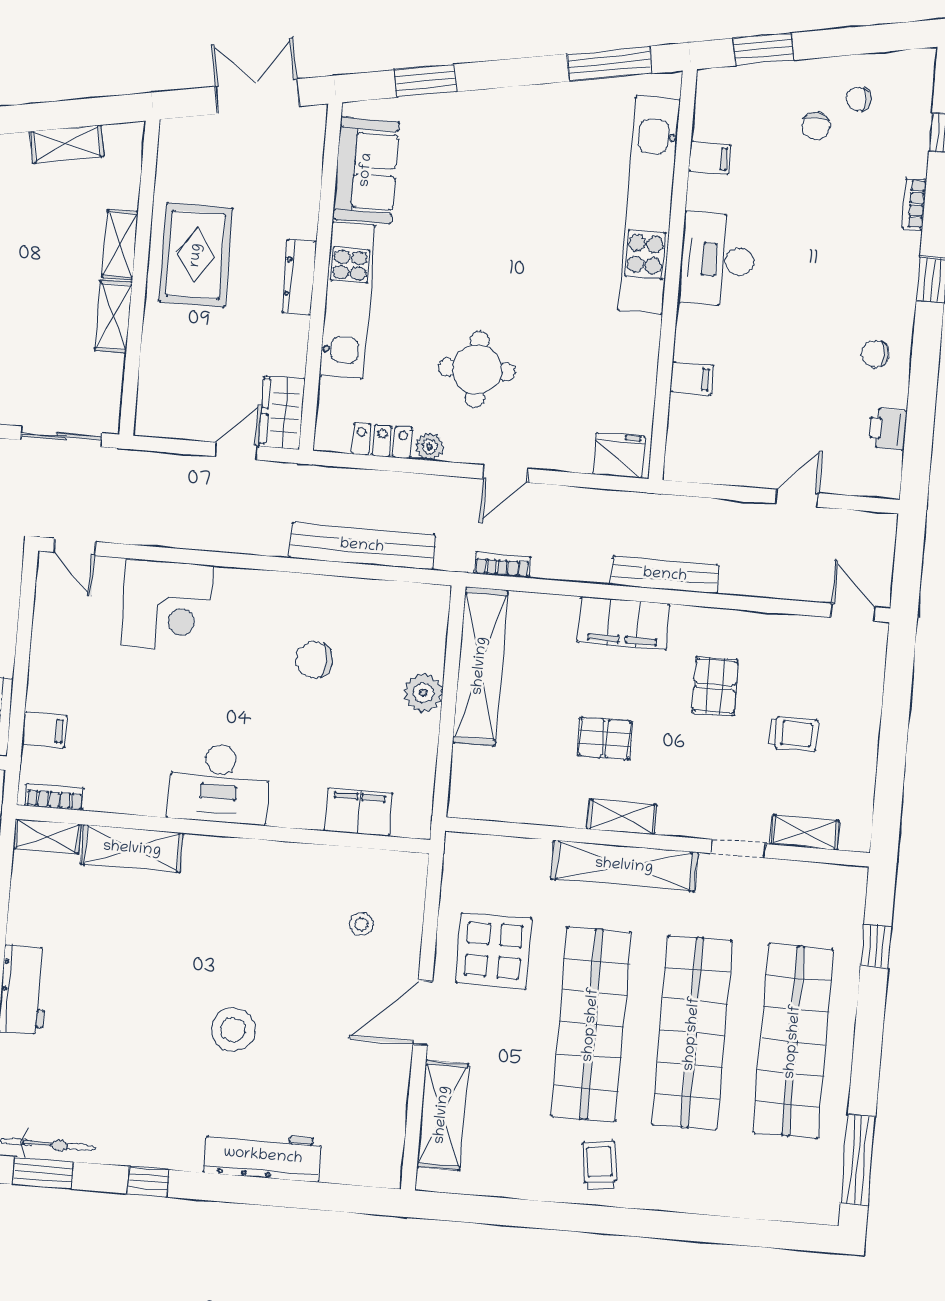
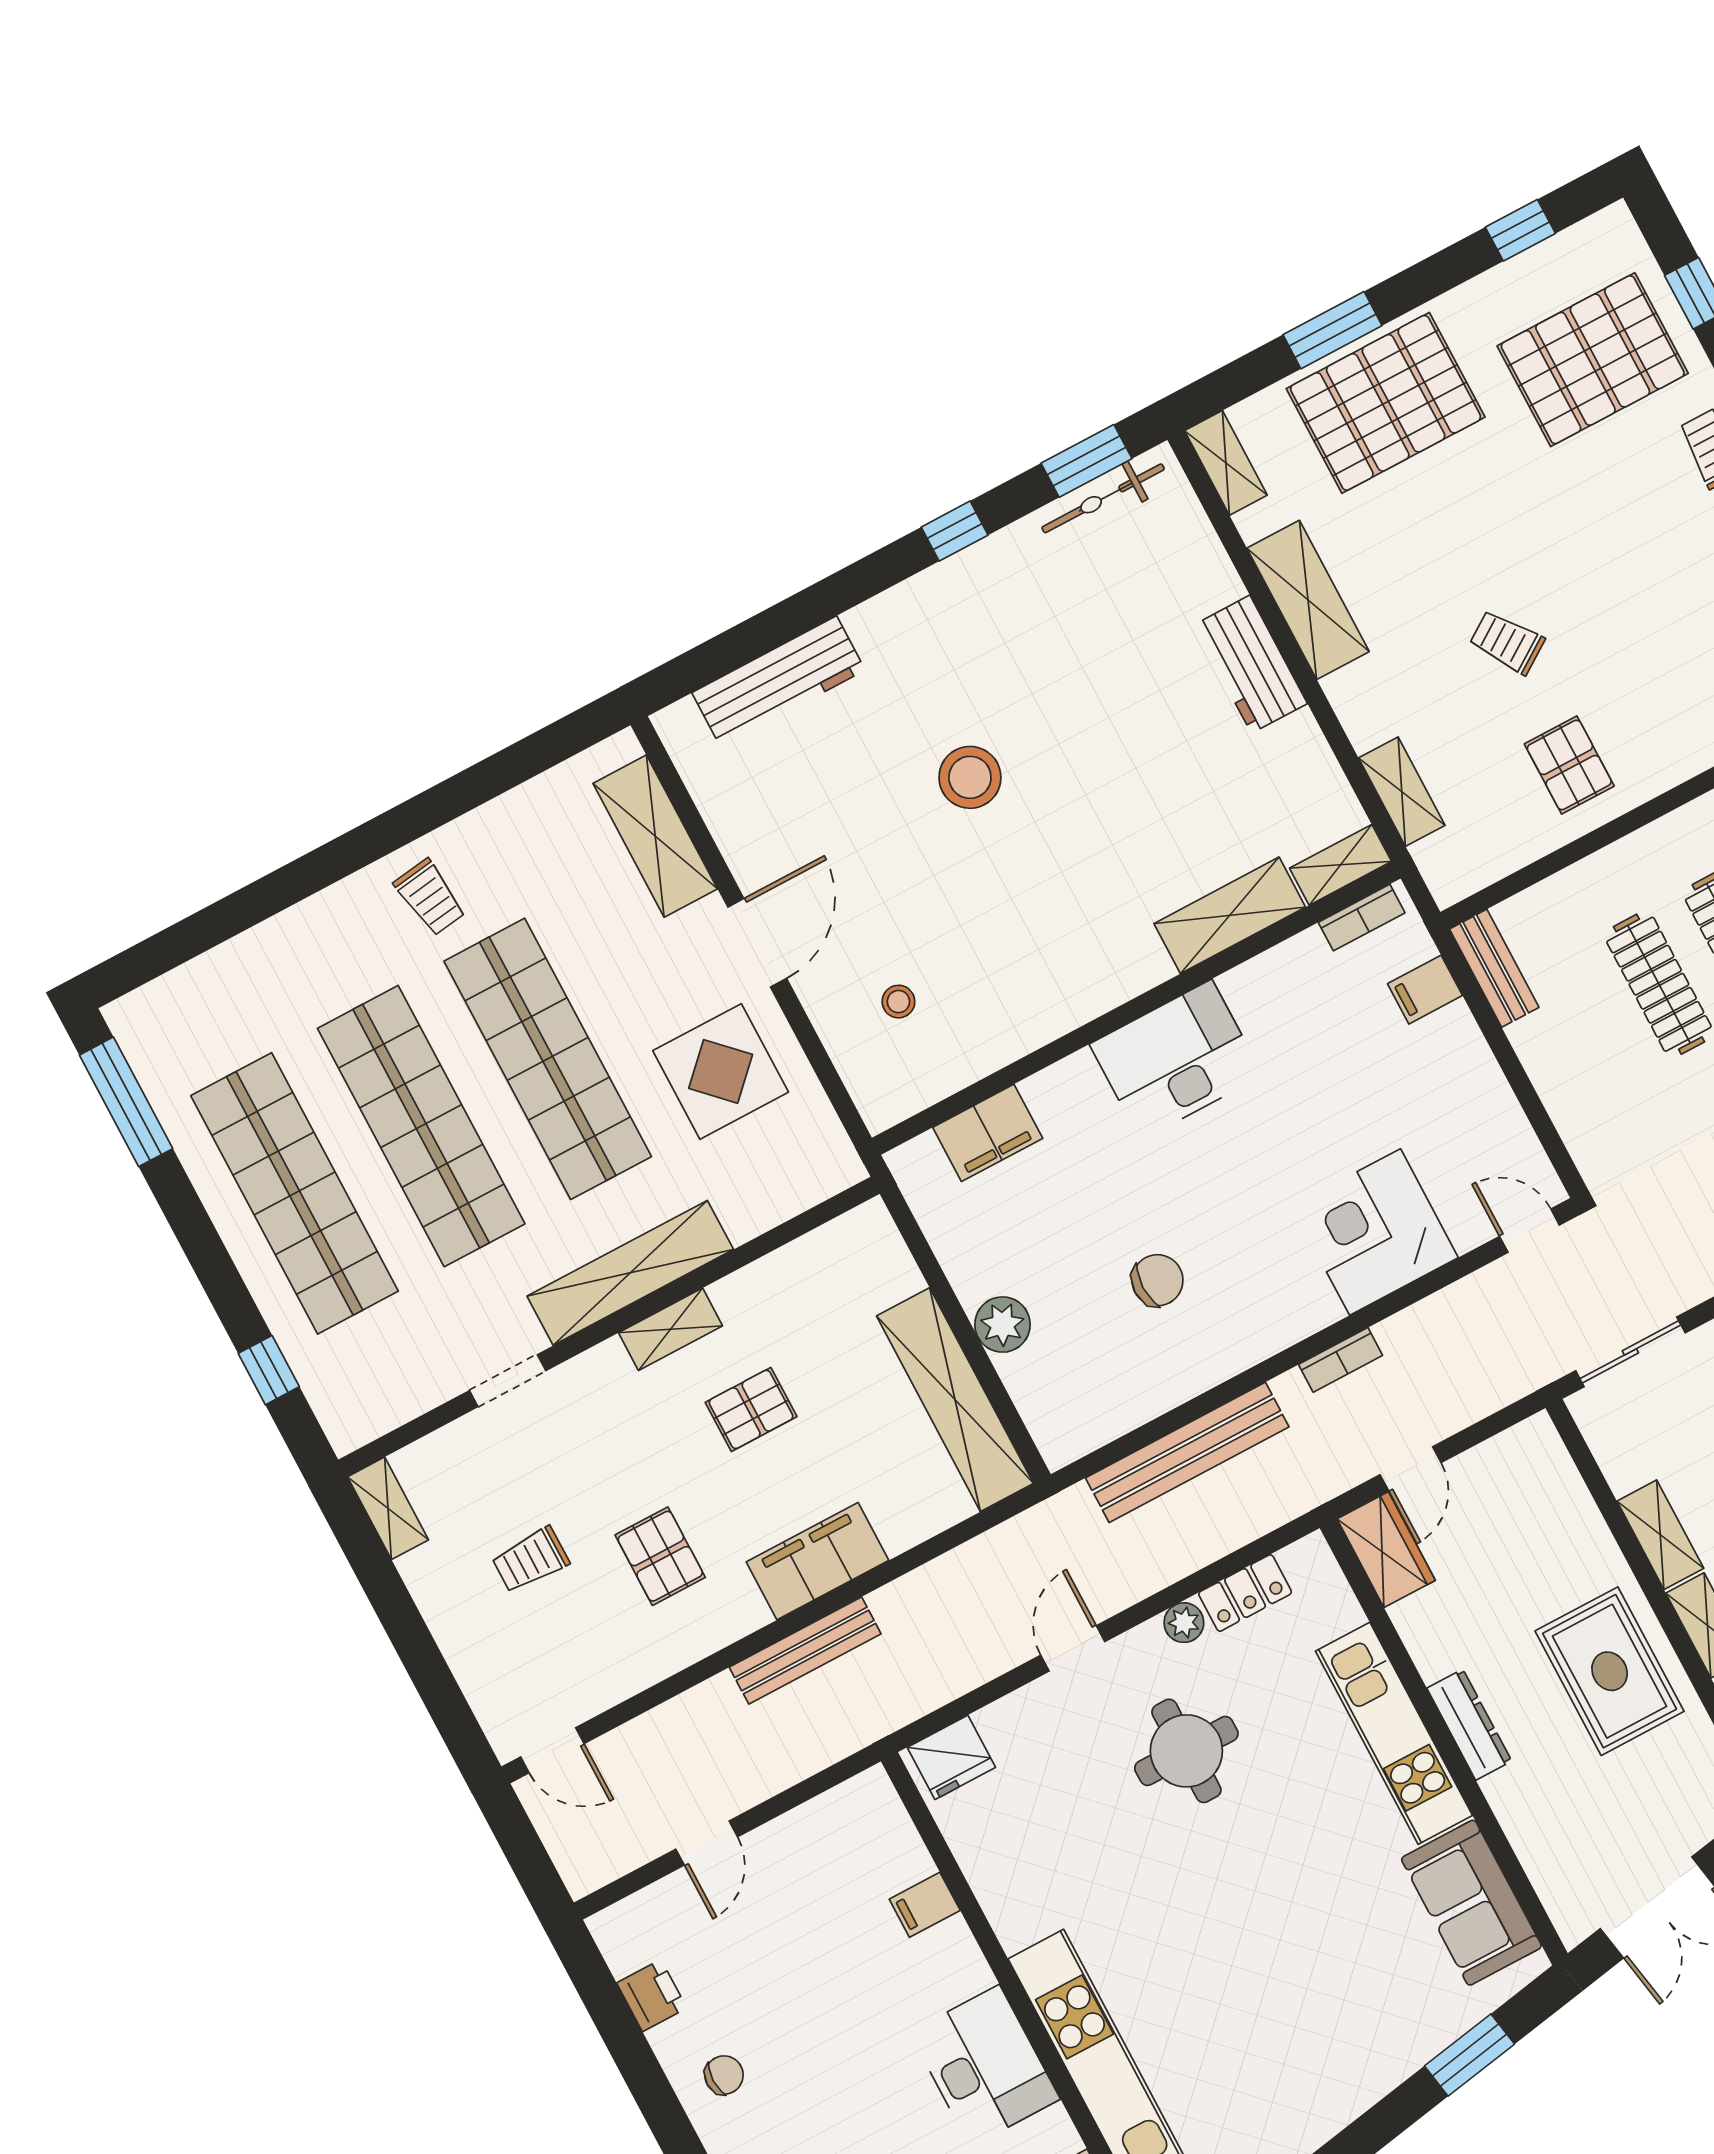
bookcase: (502, 565) -> (1341, 1360), moved
shelving: (805, 832) -> (388, 1508), moved, turned 90
workbench: (263, 1156) -> (779, 681), moved

